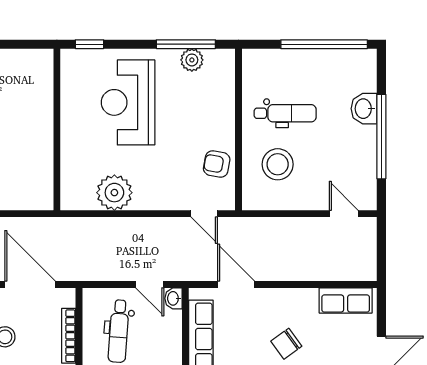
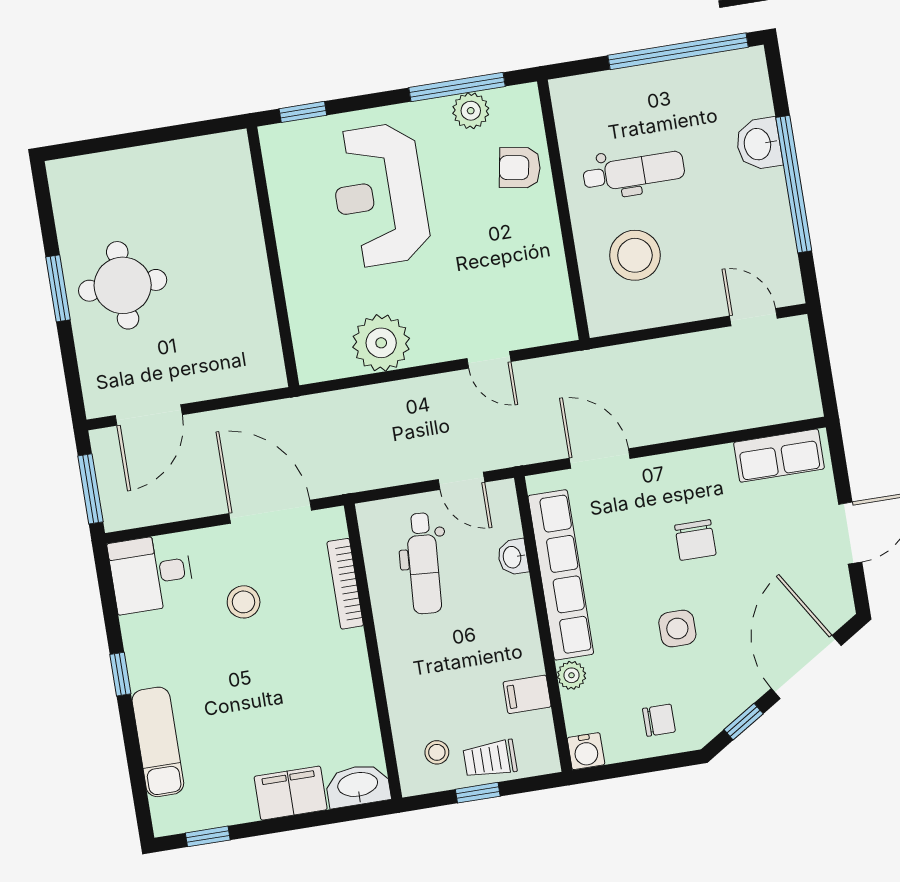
armchair: (217, 164) -> (520, 168), moved
door: (204, 214) -> (489, 360), moved
washbasin: (173, 298) -> (513, 557), moved
chair: (286, 344) -> (695, 540), turned -54

